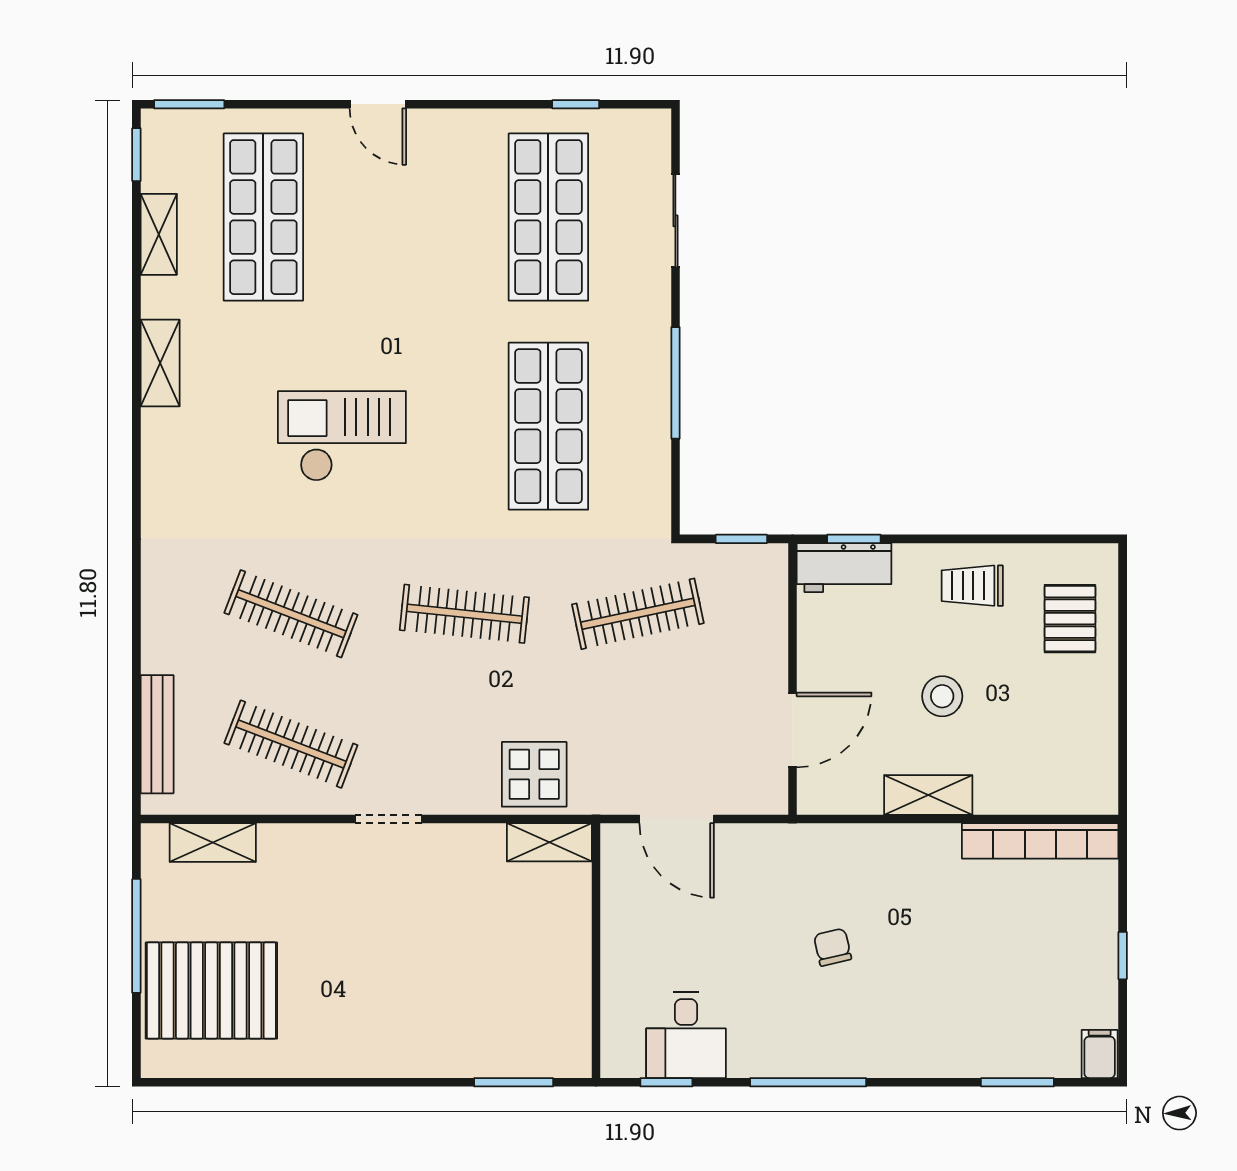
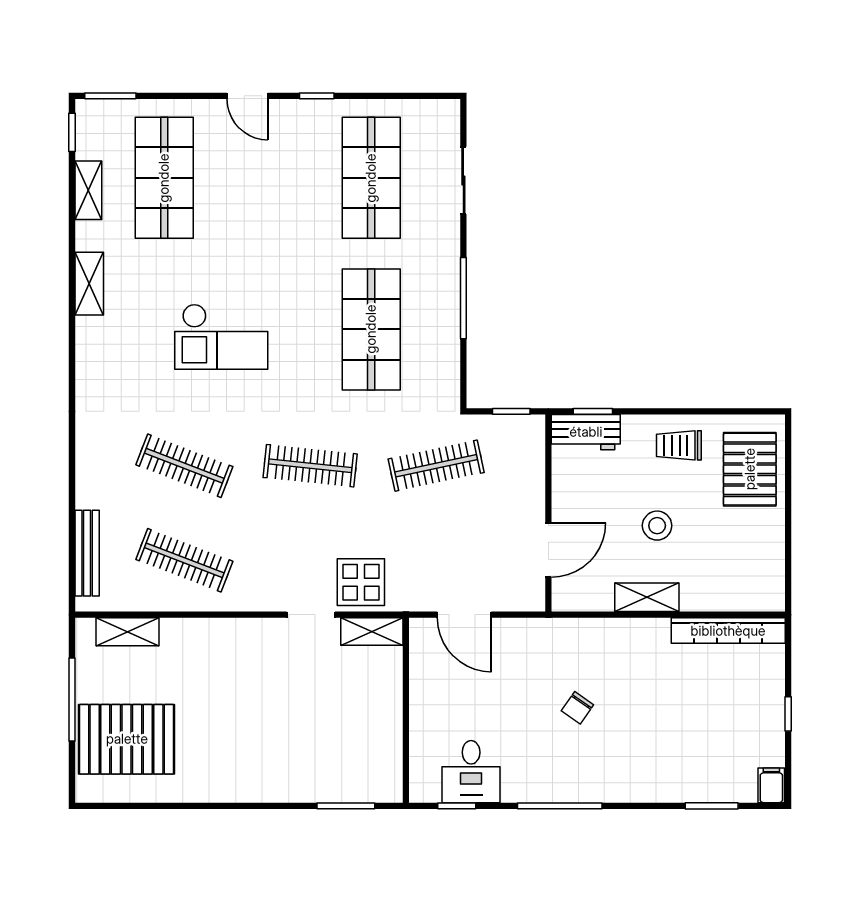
window: (576, 104) -> (317, 96), moved
checkout: (342, 436) -> (221, 337), turned 180
pallet: (1070, 619) -> (750, 469), width x1.50, depth x1.42
doorway: (388, 819) -> (311, 615), moved
chair: (833, 947) -> (577, 708), turned -132

